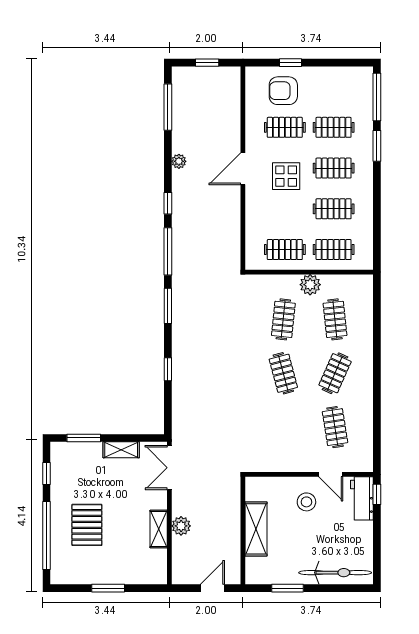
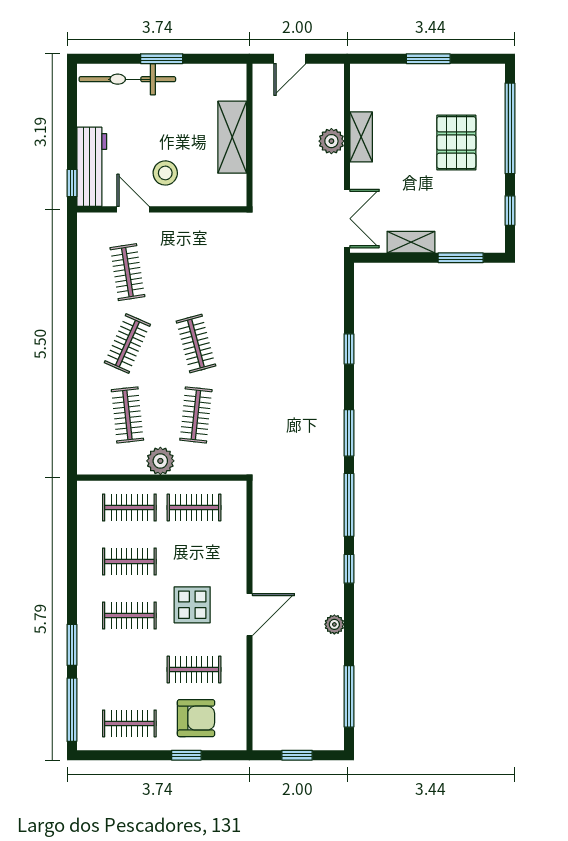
clothes rail: (334, 127) -> (129, 723), moved
workbench: (362, 498) -> (92, 167), width x1.38
window: (288, 588) -> (162, 59), moved

